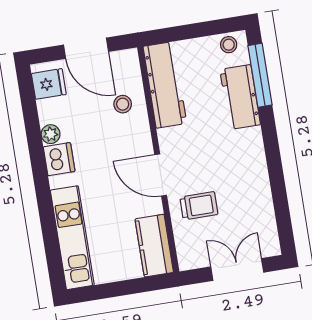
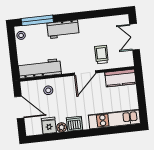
door: (86, 48) -> (19, 107), hinge flipped
fridge: (49, 84) -> (49, 126), moved
workbench: (240, 97) -> (63, 29), moved

